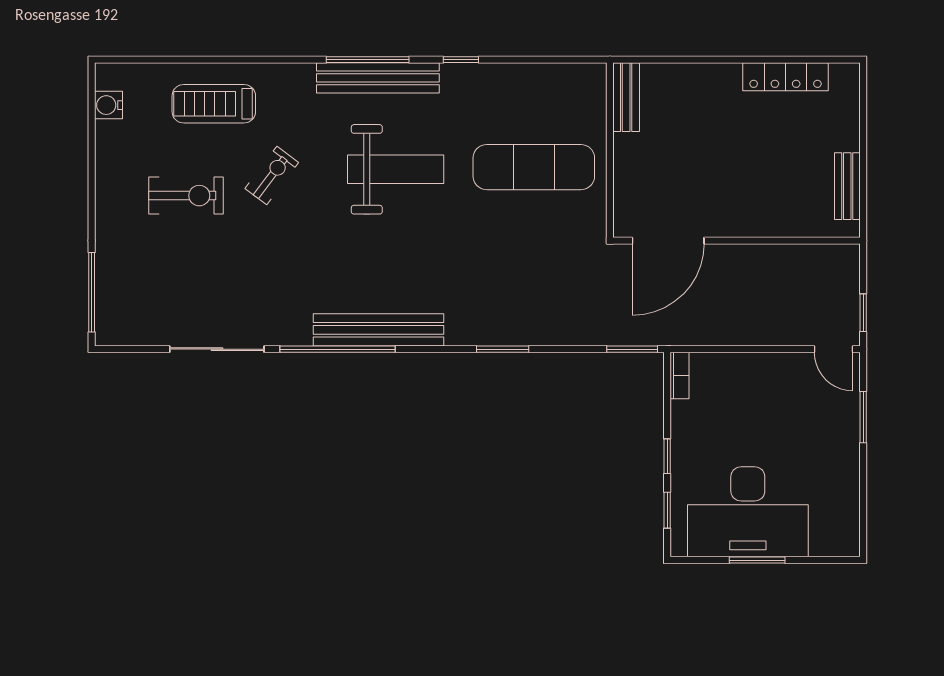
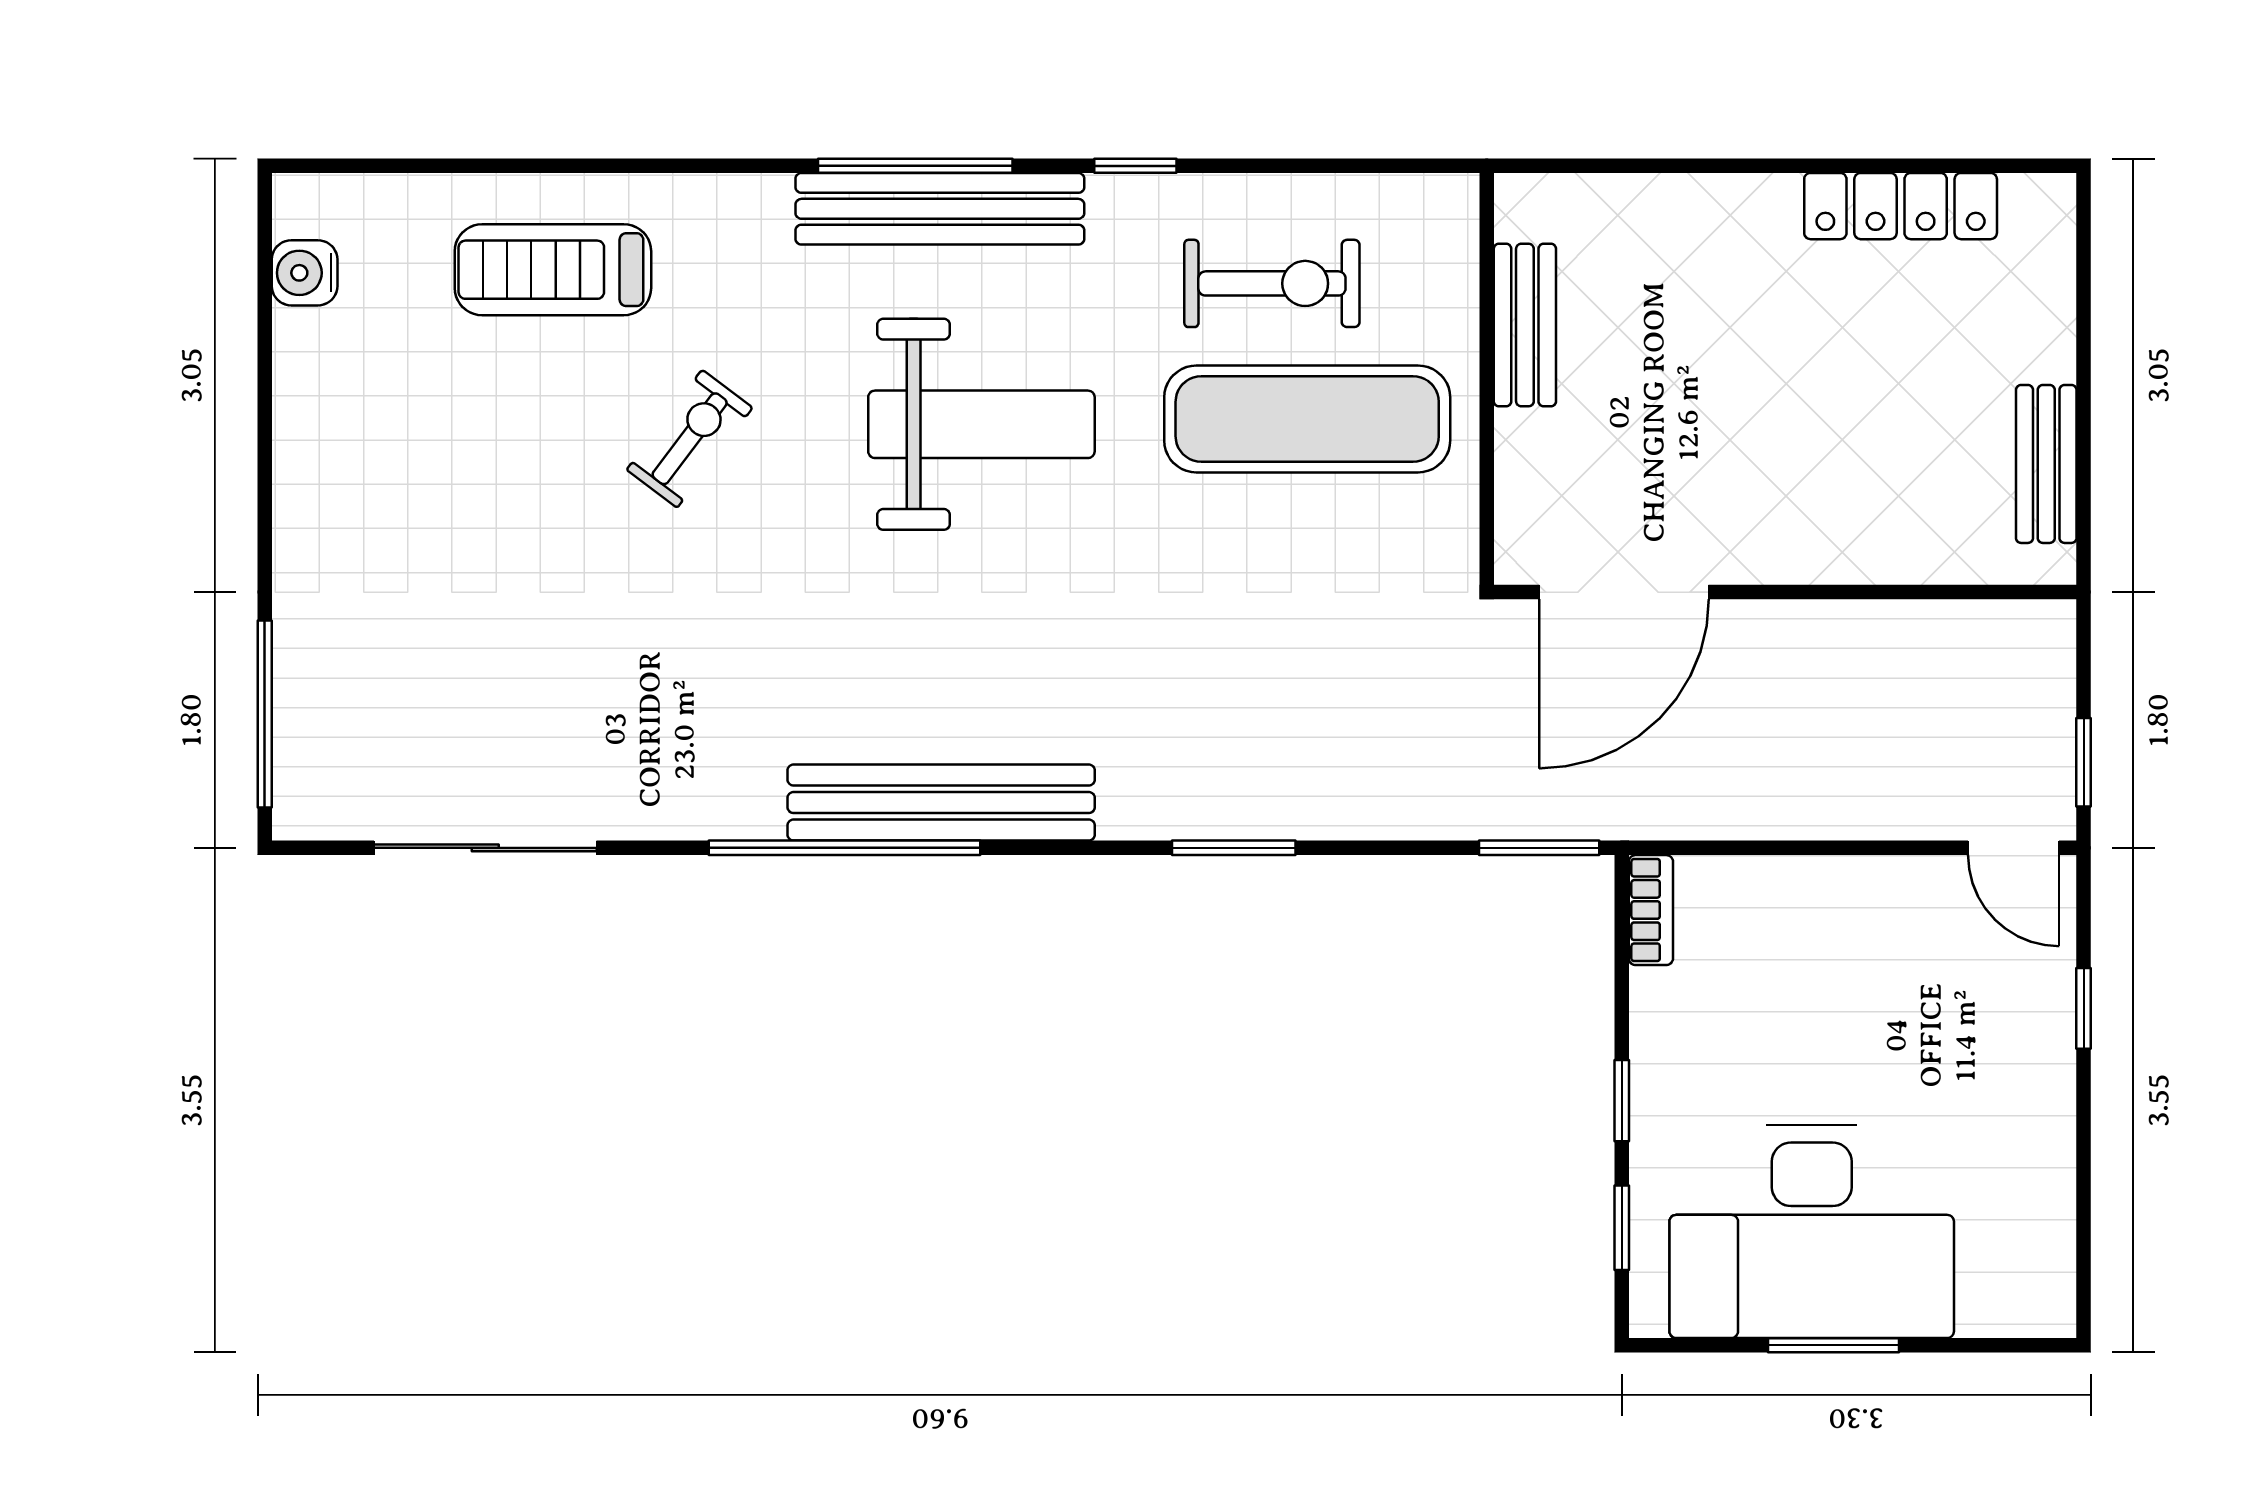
bench: (626, 97) -> (1525, 325), moved
exercise bike: (186, 196) -> (1272, 283), moved
sliding door: (217, 349) -> (485, 848), moved
window: (863, 417) -> (2084, 1008), width x0.67

